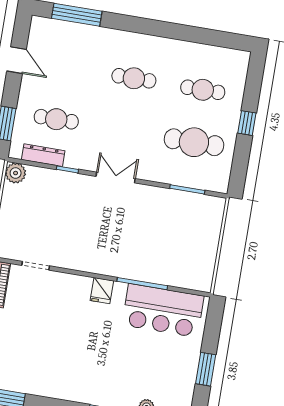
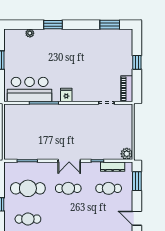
cafe table: (134, 78) -> (68, 188), moved

